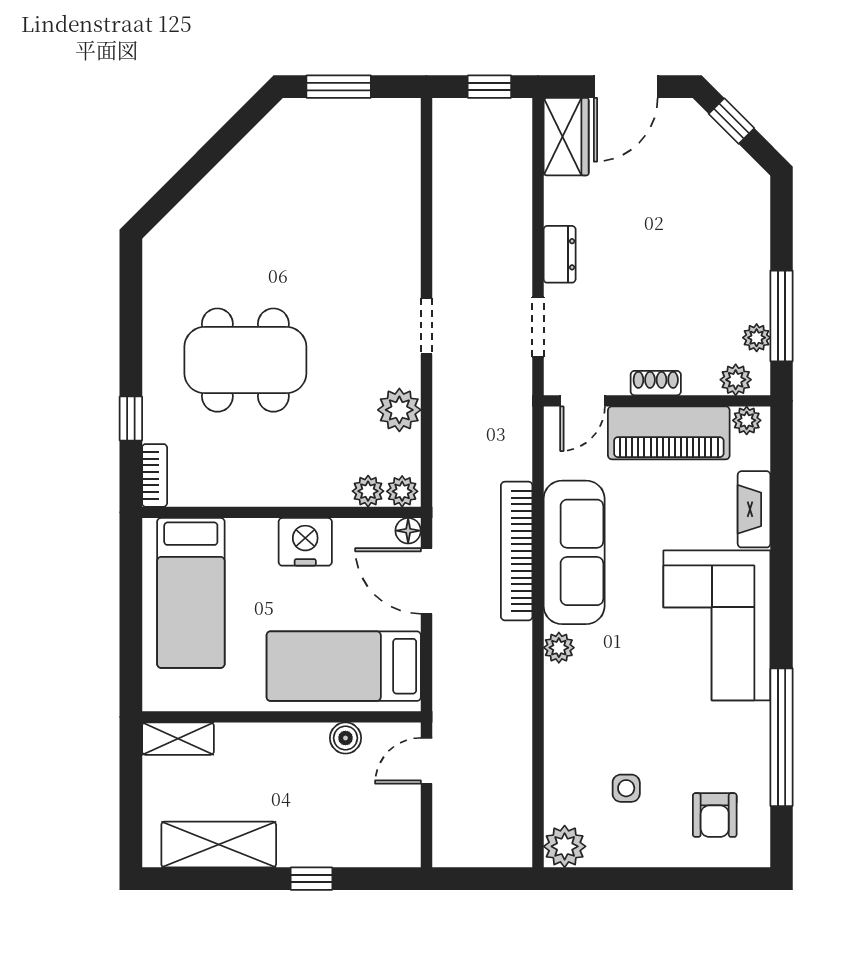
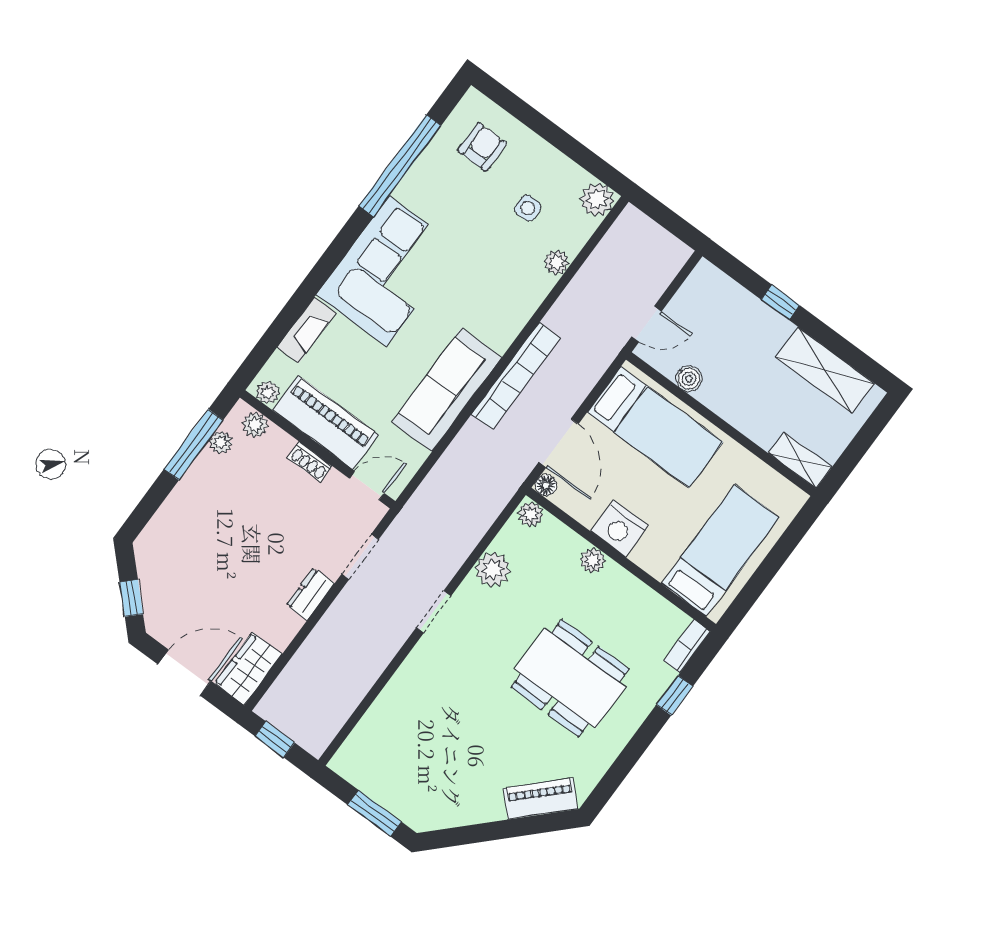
piano: (187, 221) -> (540, 799), added
plant: (368, 491) -> (593, 560), moved
bookcase: (517, 551) -> (516, 376), moved
plant: (559, 648) -> (557, 262), moved

